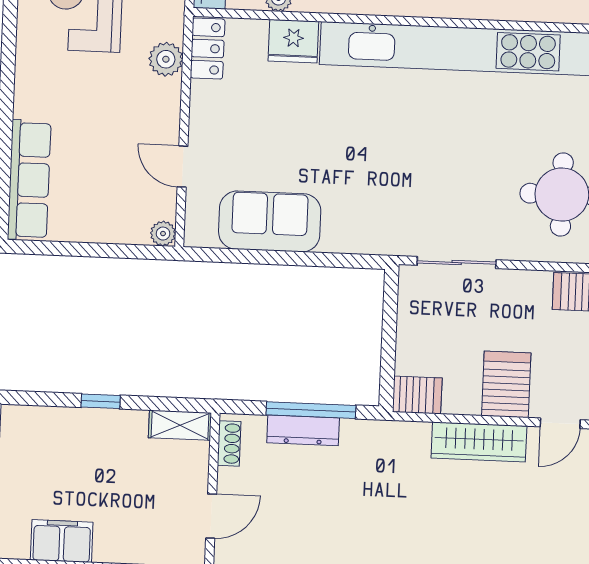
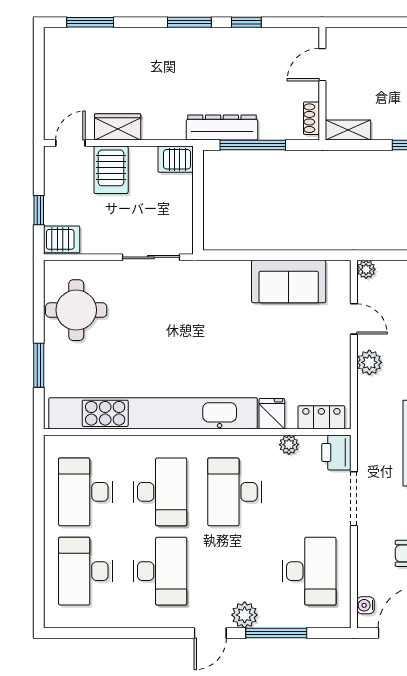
fridge: (293, 41) -> (272, 414), width x0.72
locker: (208, 48) -> (321, 417), moved, turned 90
plant: (166, 59) -> (369, 362), moved
dresser: (303, 430) -> (222, 127), moved, width x1.37, depth x1.24
wardrobe: (479, 442) -> (118, 127), width x0.67

